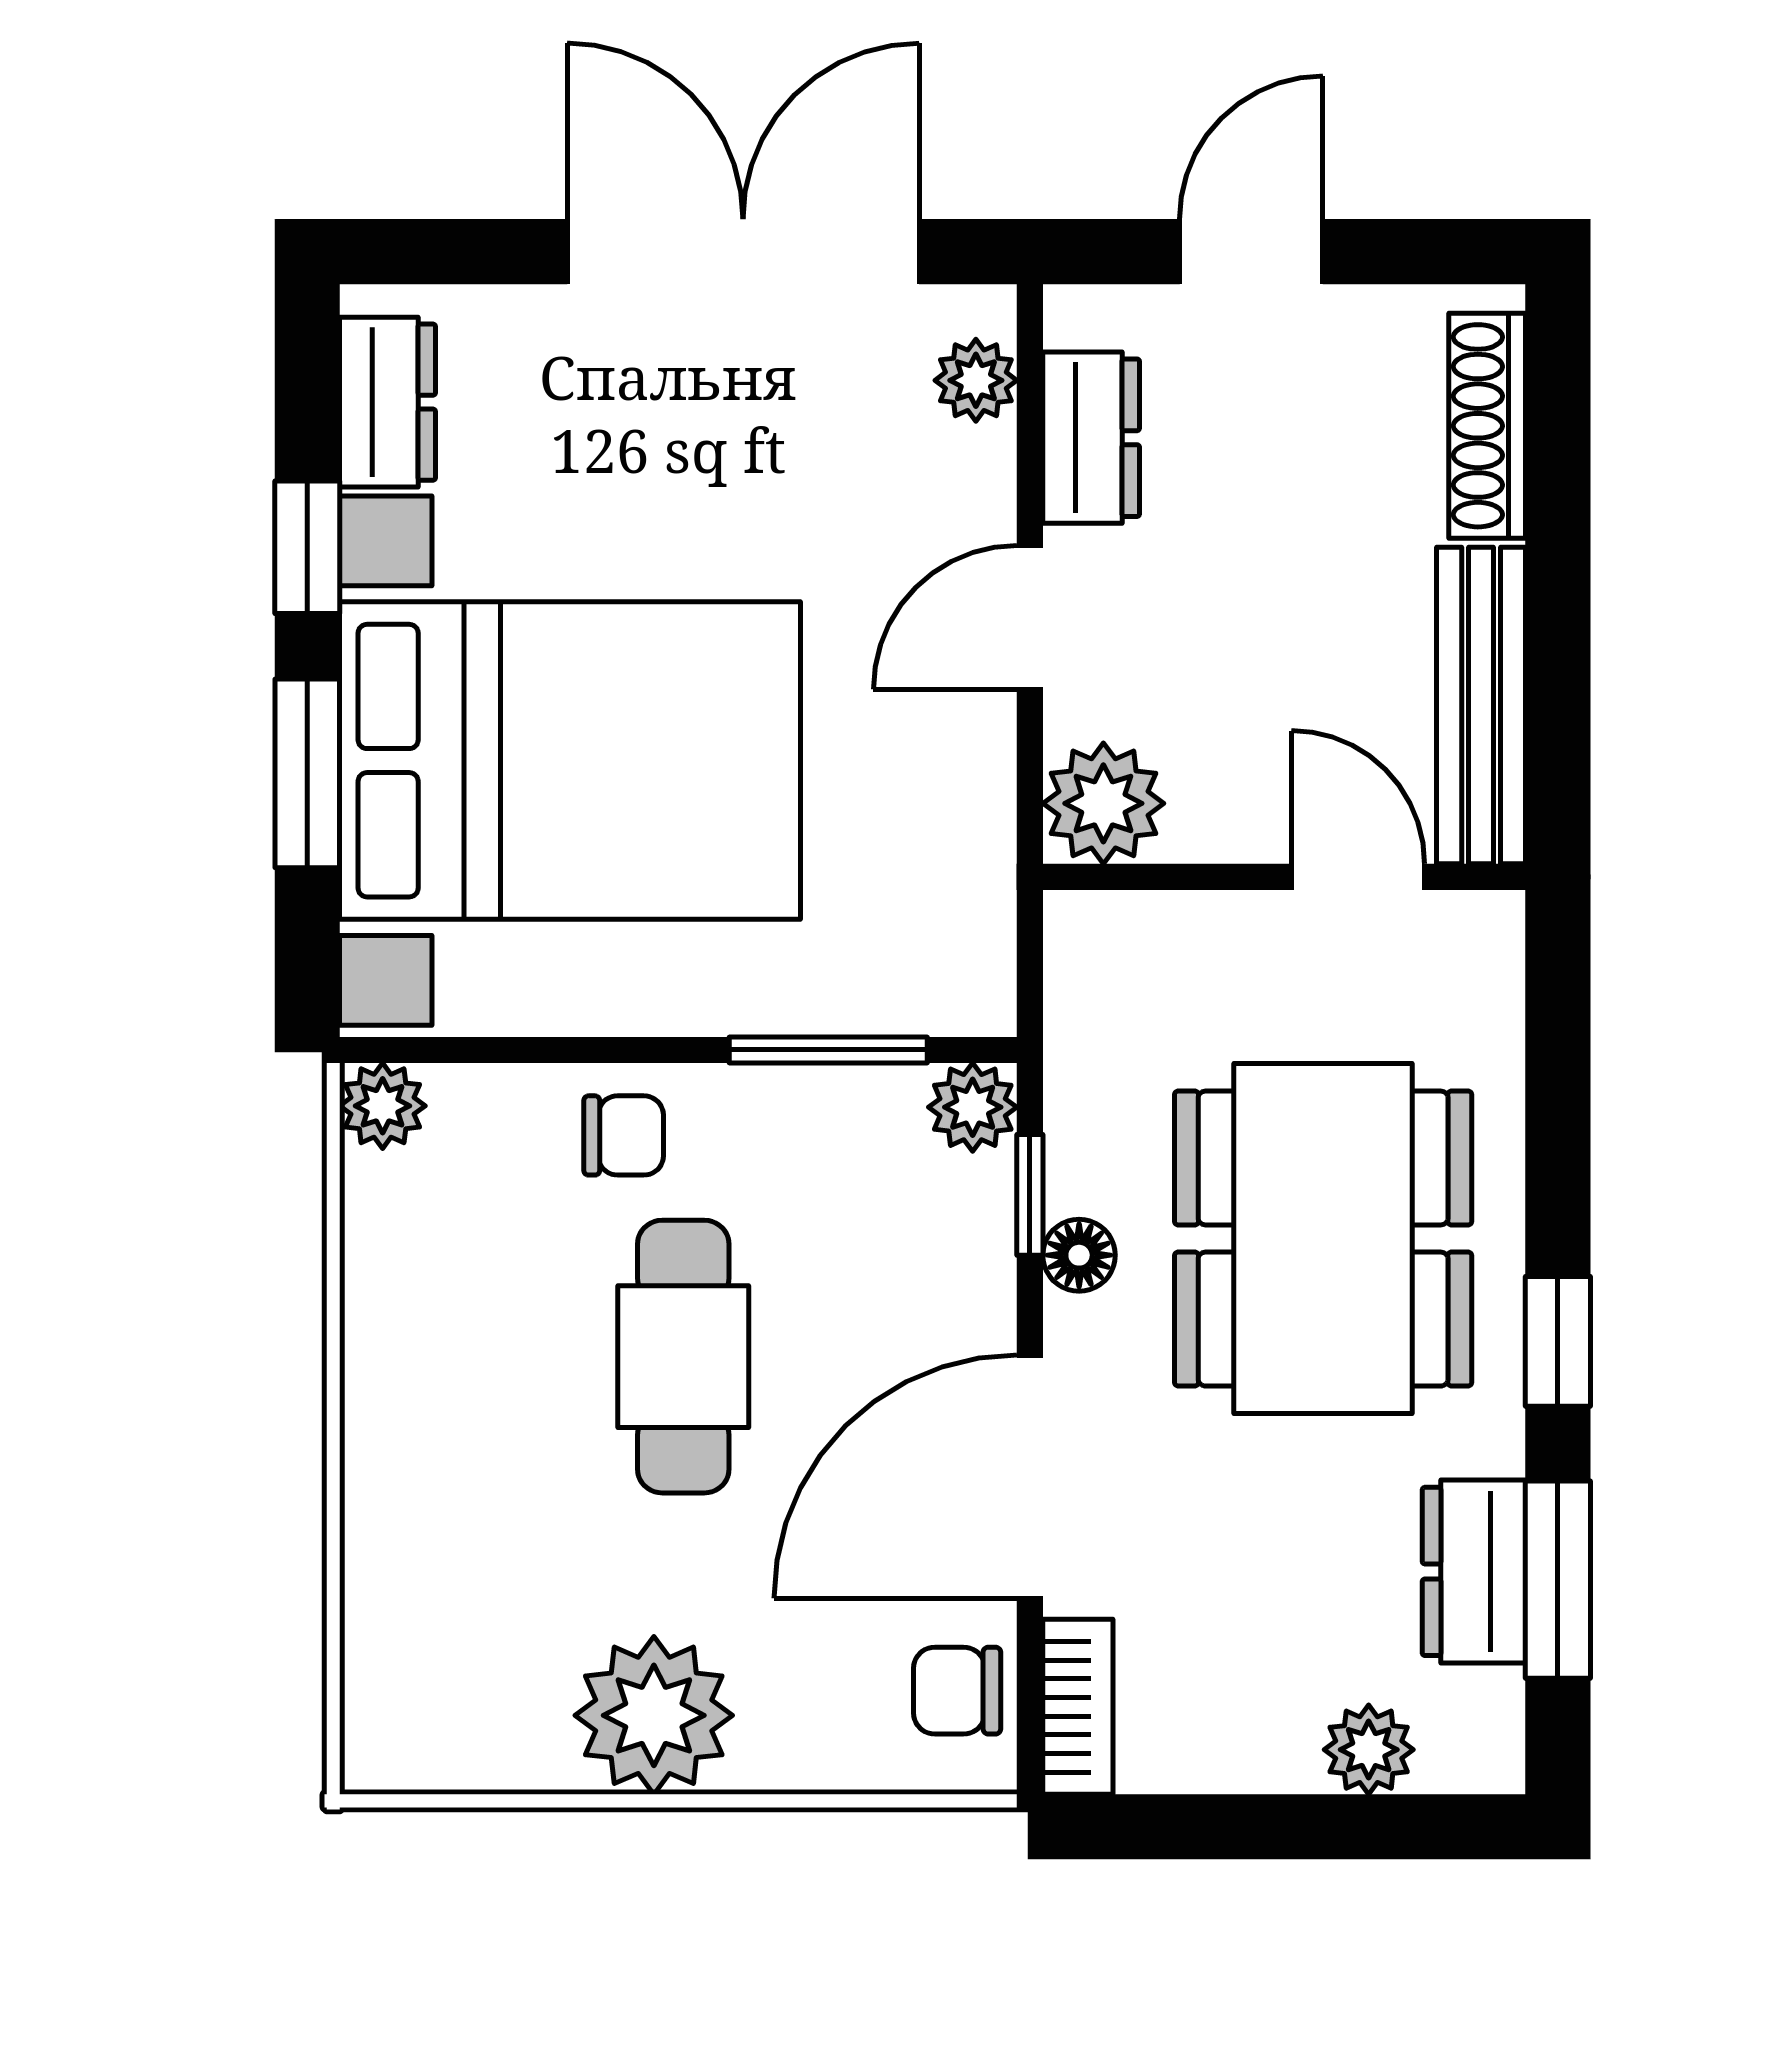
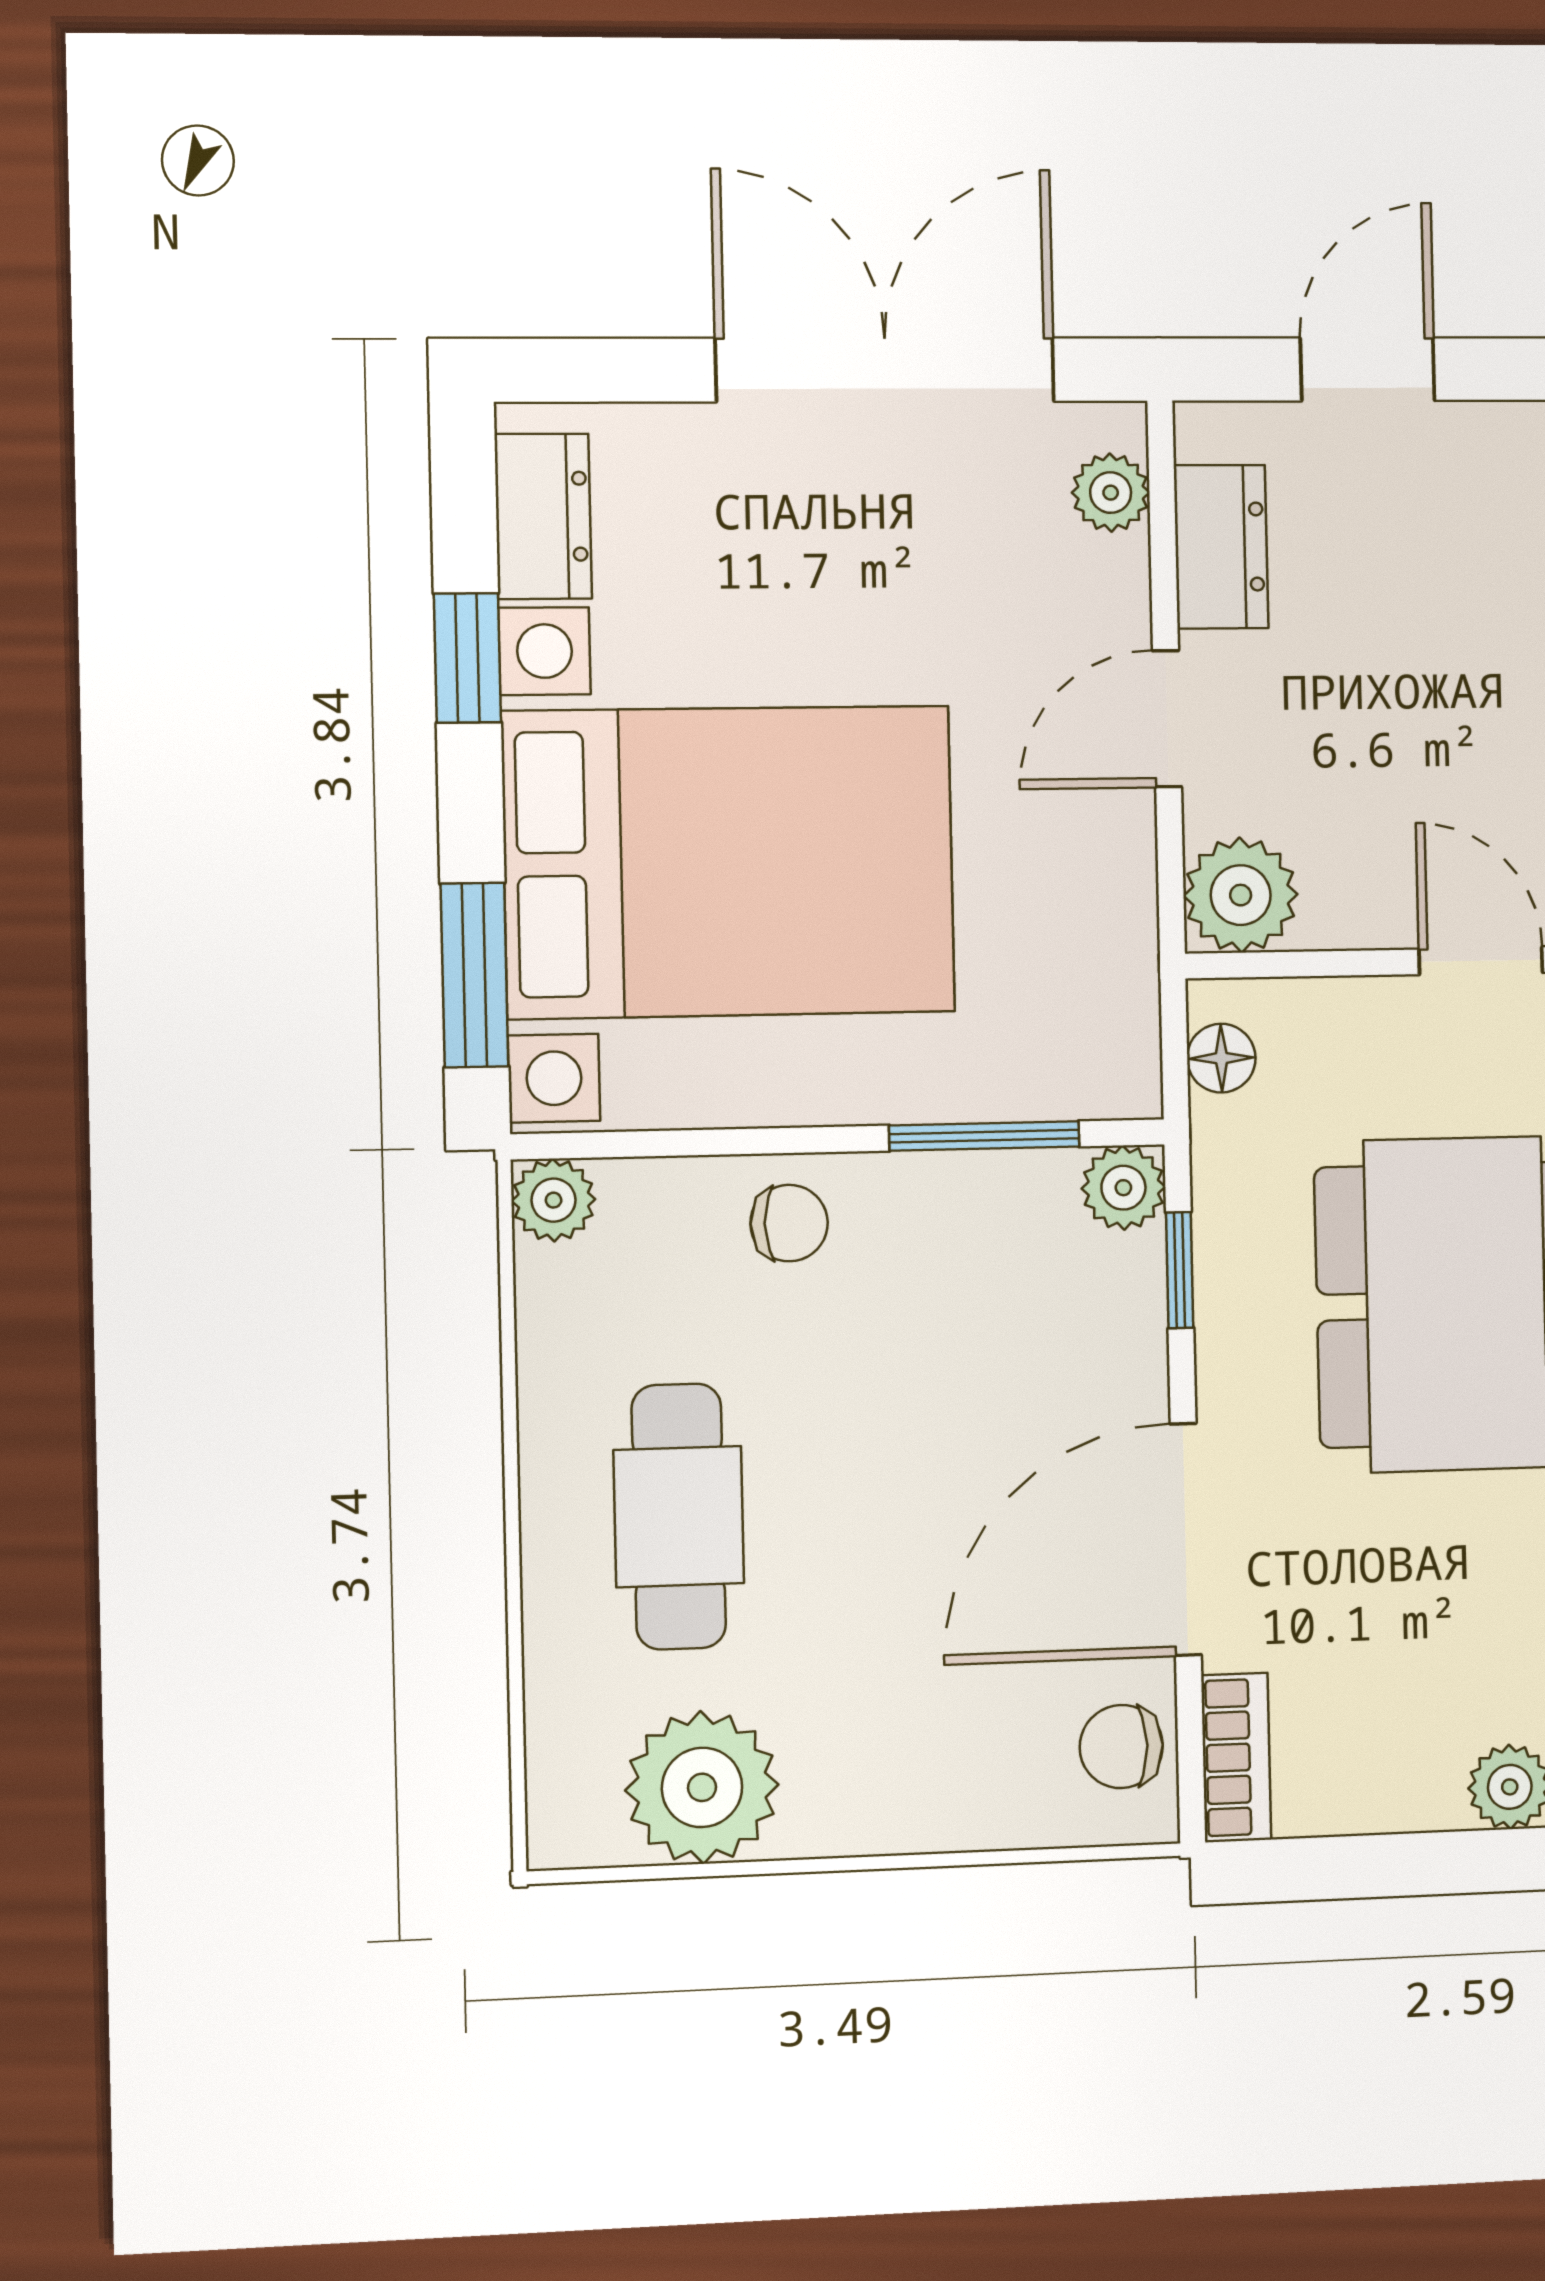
window: (307, 773) -> (474, 975), moved
floor lamp: (1079, 1255) -> (1221, 1058), moved
cafe table: (683, 1357) -> (679, 1517), moved
plant: (654, 1715) -> (702, 1787), moved

